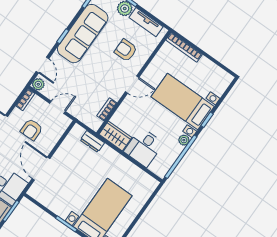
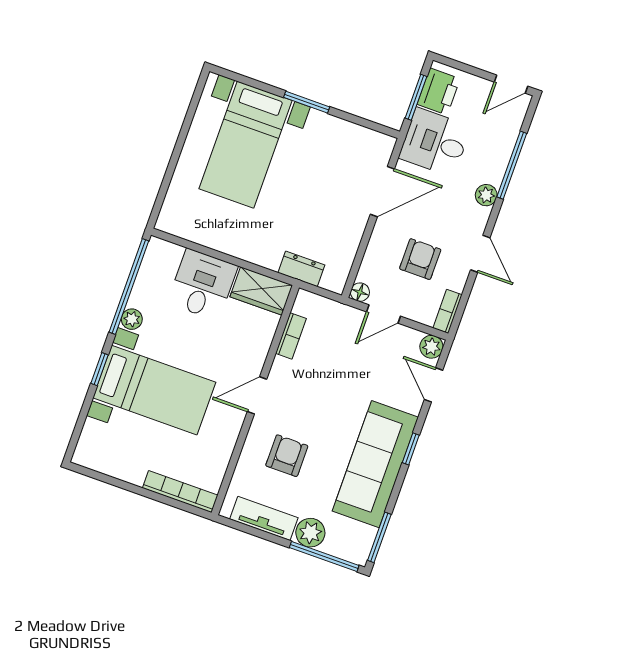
armchair: (126, 50) -> (287, 456), turned -90
floor lamp: (66, 122) -> (360, 292), added
door: (41, 169) -> (382, 192), hinge flipped

